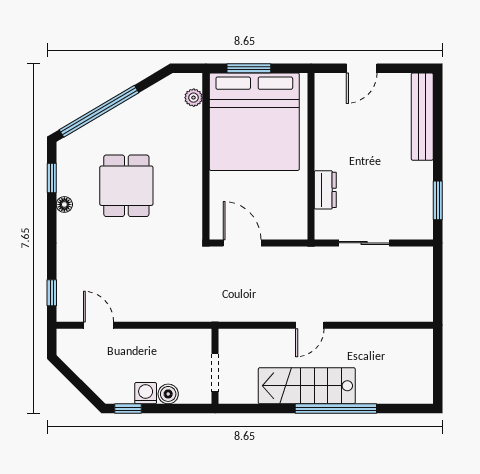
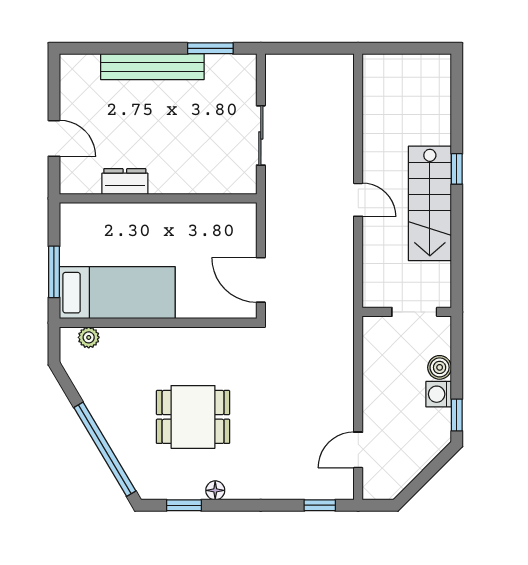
bench: (422, 117) -> (152, 67), moved
bed: (254, 122) -> (117, 293), width x0.49
dresser: (325, 190) -> (125, 181), moved
door: (242, 243) -> (261, 280), hinge flipped
window: (336, 409) -> (457, 169), width x0.32

